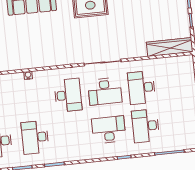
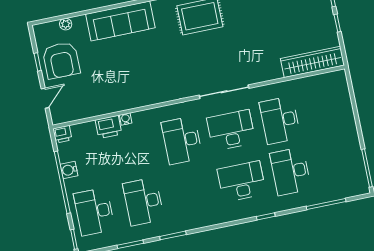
printer: (15, 80) -> (109, 127), added
desk: (105, 91) -> (231, 130), turned 180
desk: (68, 95) -> (182, 140), turned 180

